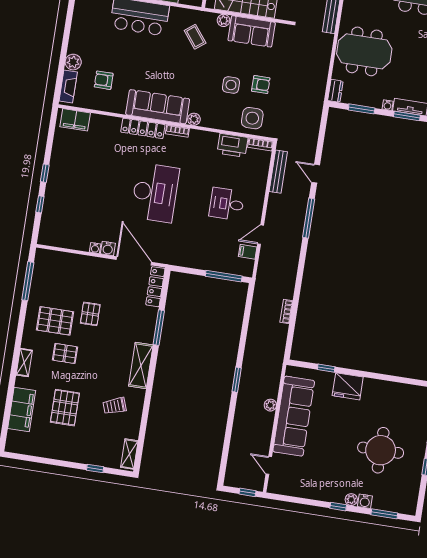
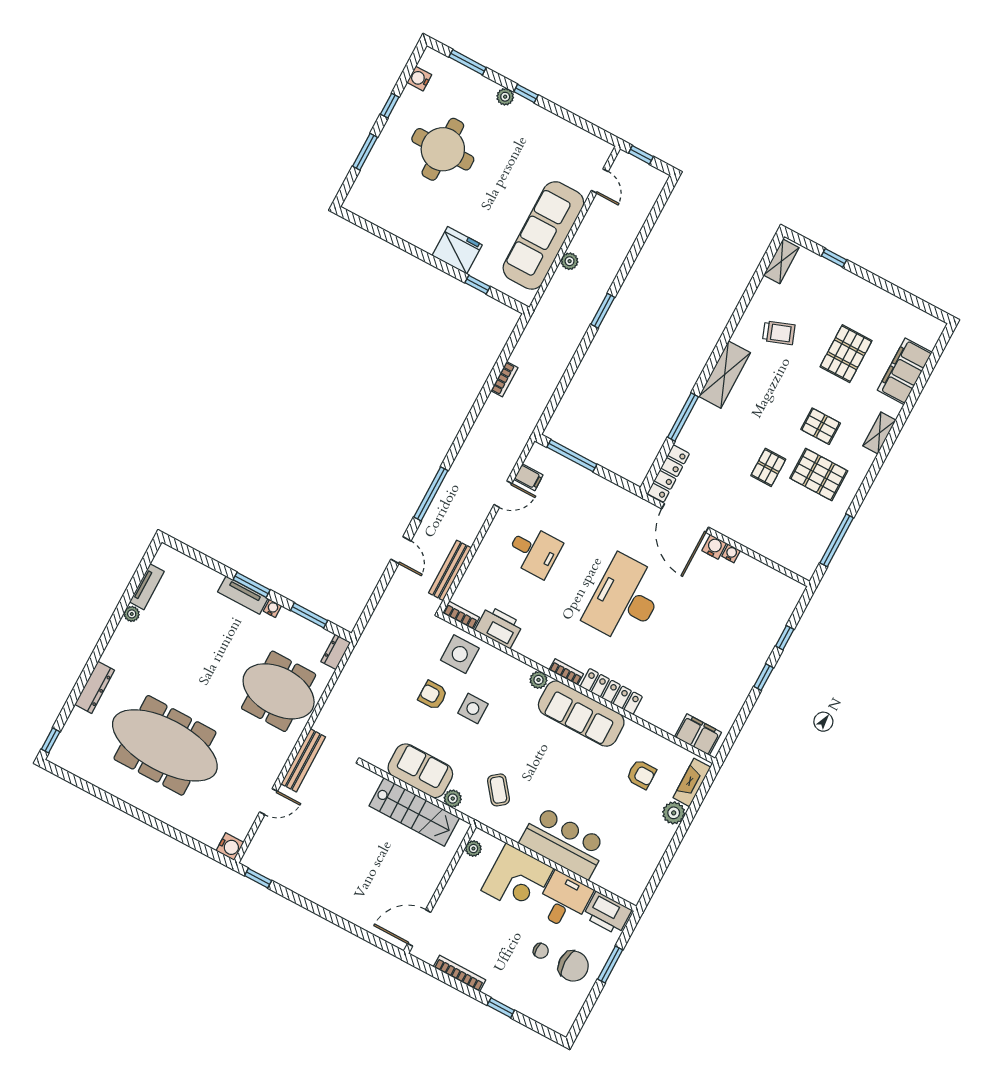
water cooler: (365, 501) -> (419, 79), moved, turned -90

